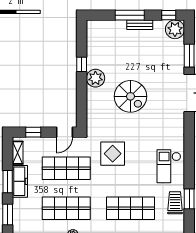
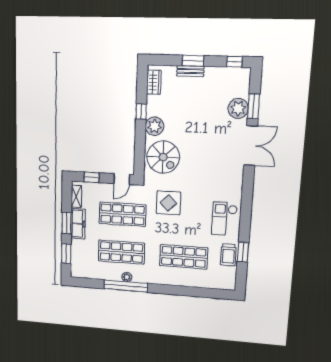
window: (130, 15) -> (193, 61), width x0.69
bench: (140, 25) -> (190, 71), moved
plant: (175, 29) -> (238, 108), moved
wardrobe: (93, 36) -> (154, 82), added
spiral stairs: (130, 96) -> (163, 157), moved
trolley: (175, 203) -> (228, 255), turned 180

